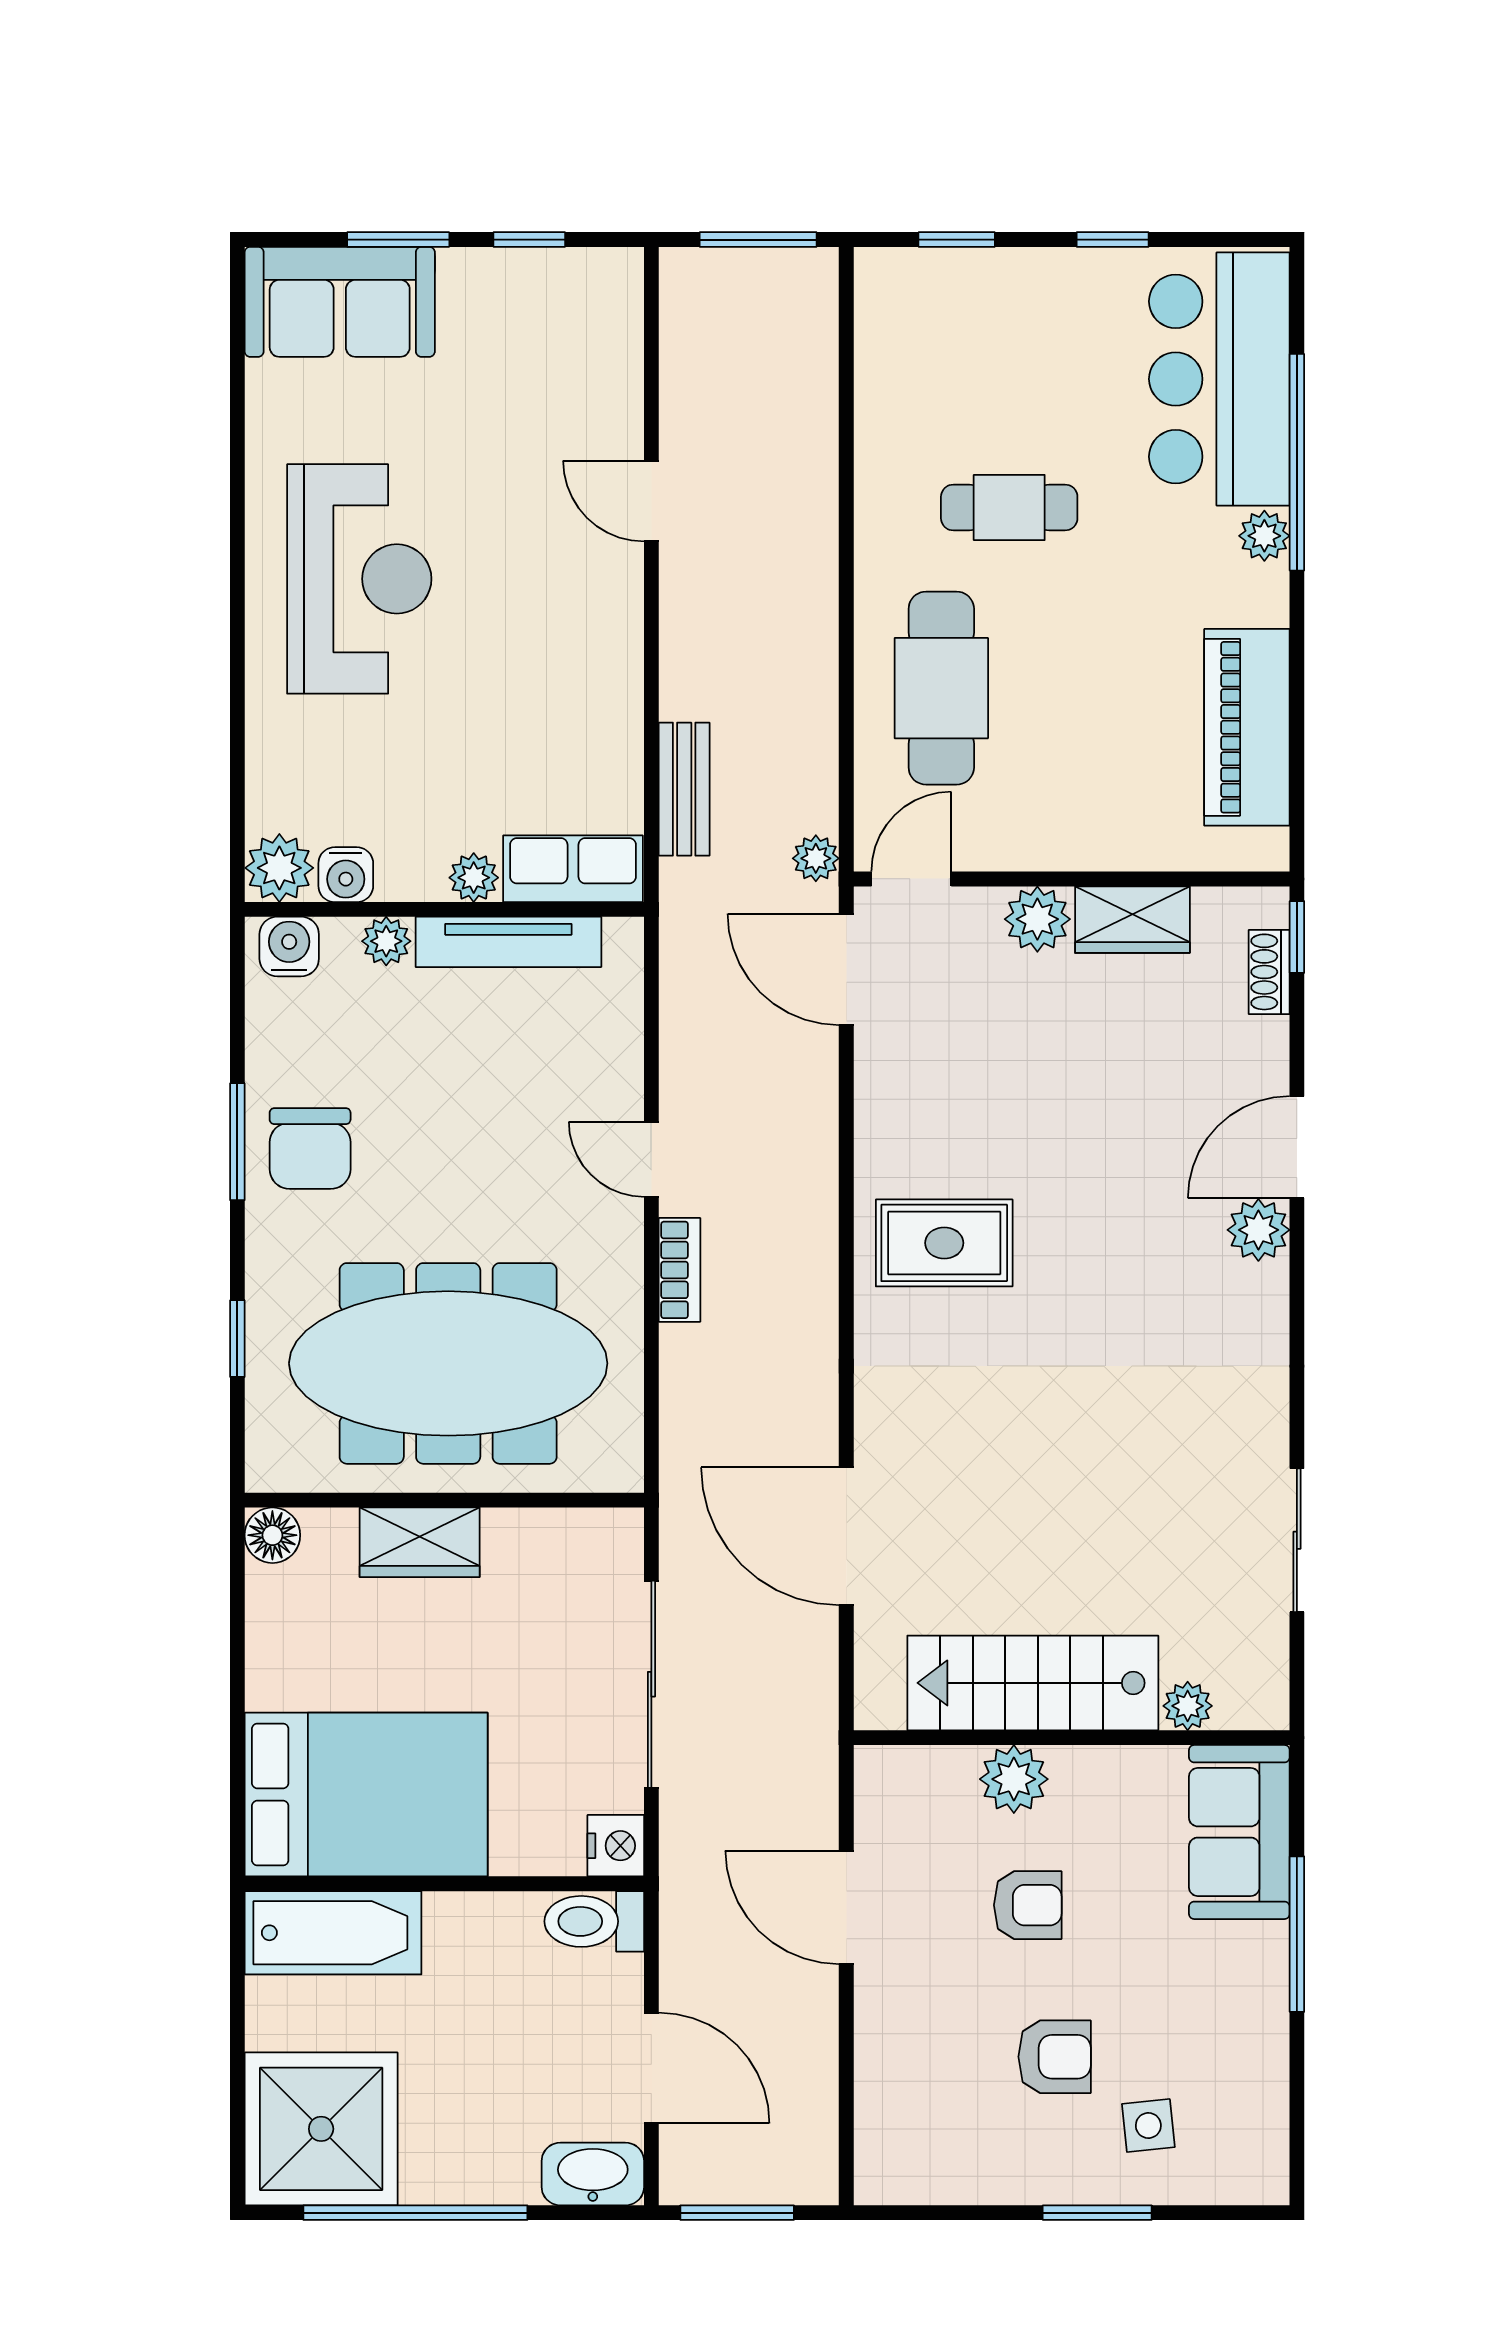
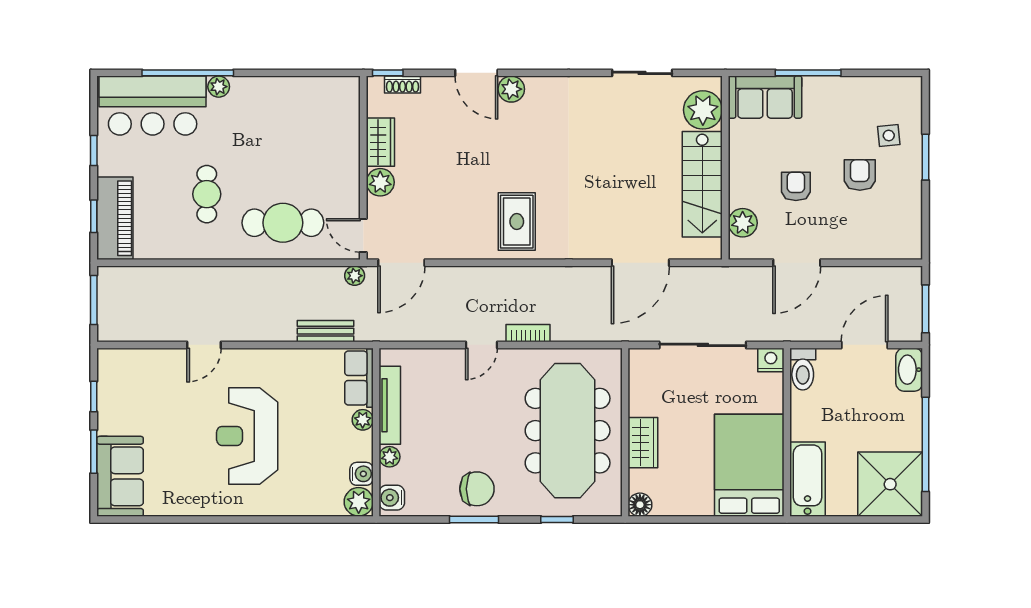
reception desk: (359, 579) -> (247, 436), moved, turned -90
piano: (1247, 727) -> (115, 218), moved, turned -90
plant: (1188, 1706) -> (703, 110), width x1.87, depth x1.87
plant: (1014, 1779) -> (743, 223), moved

